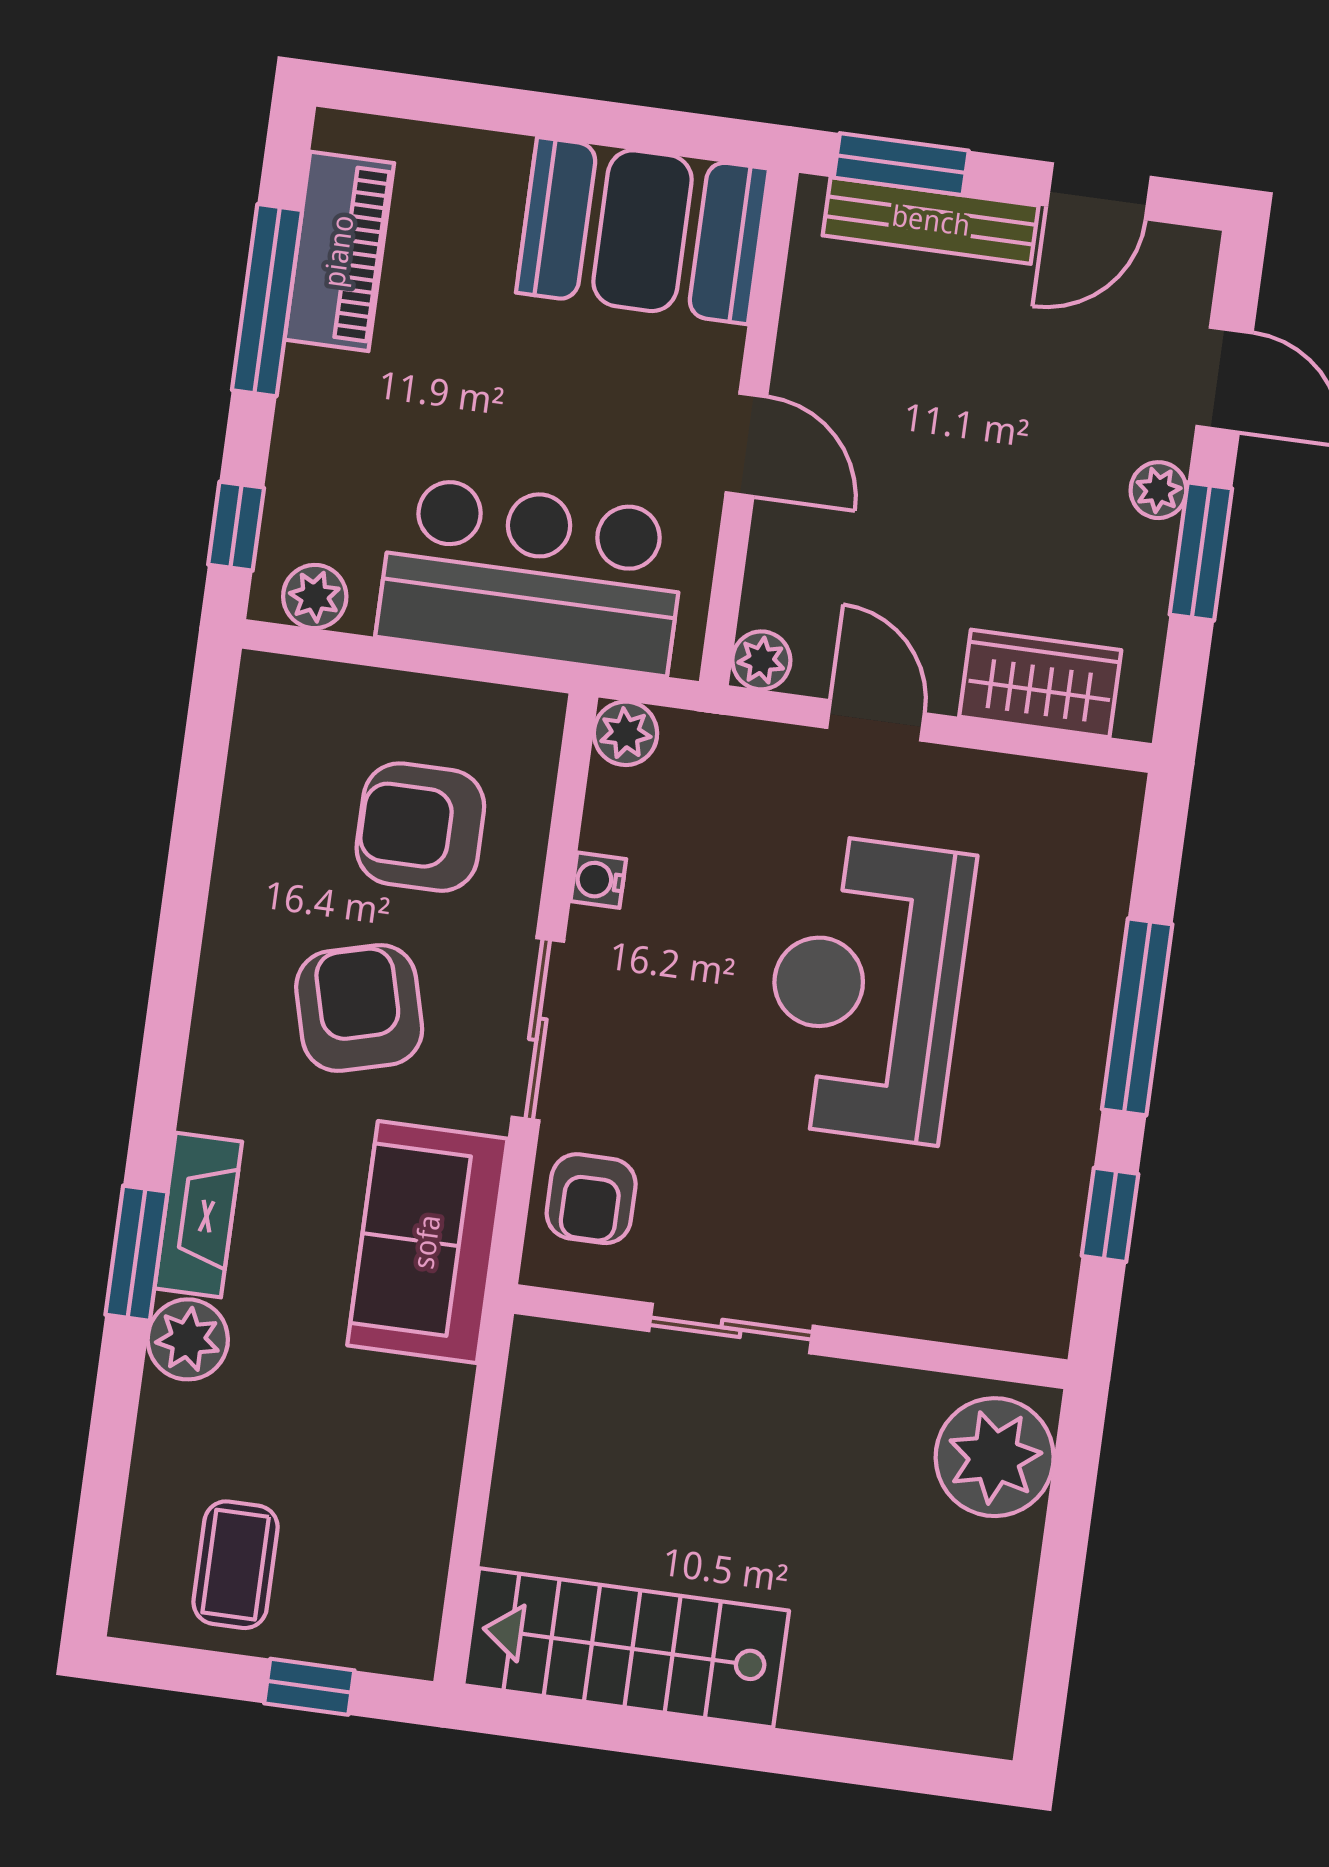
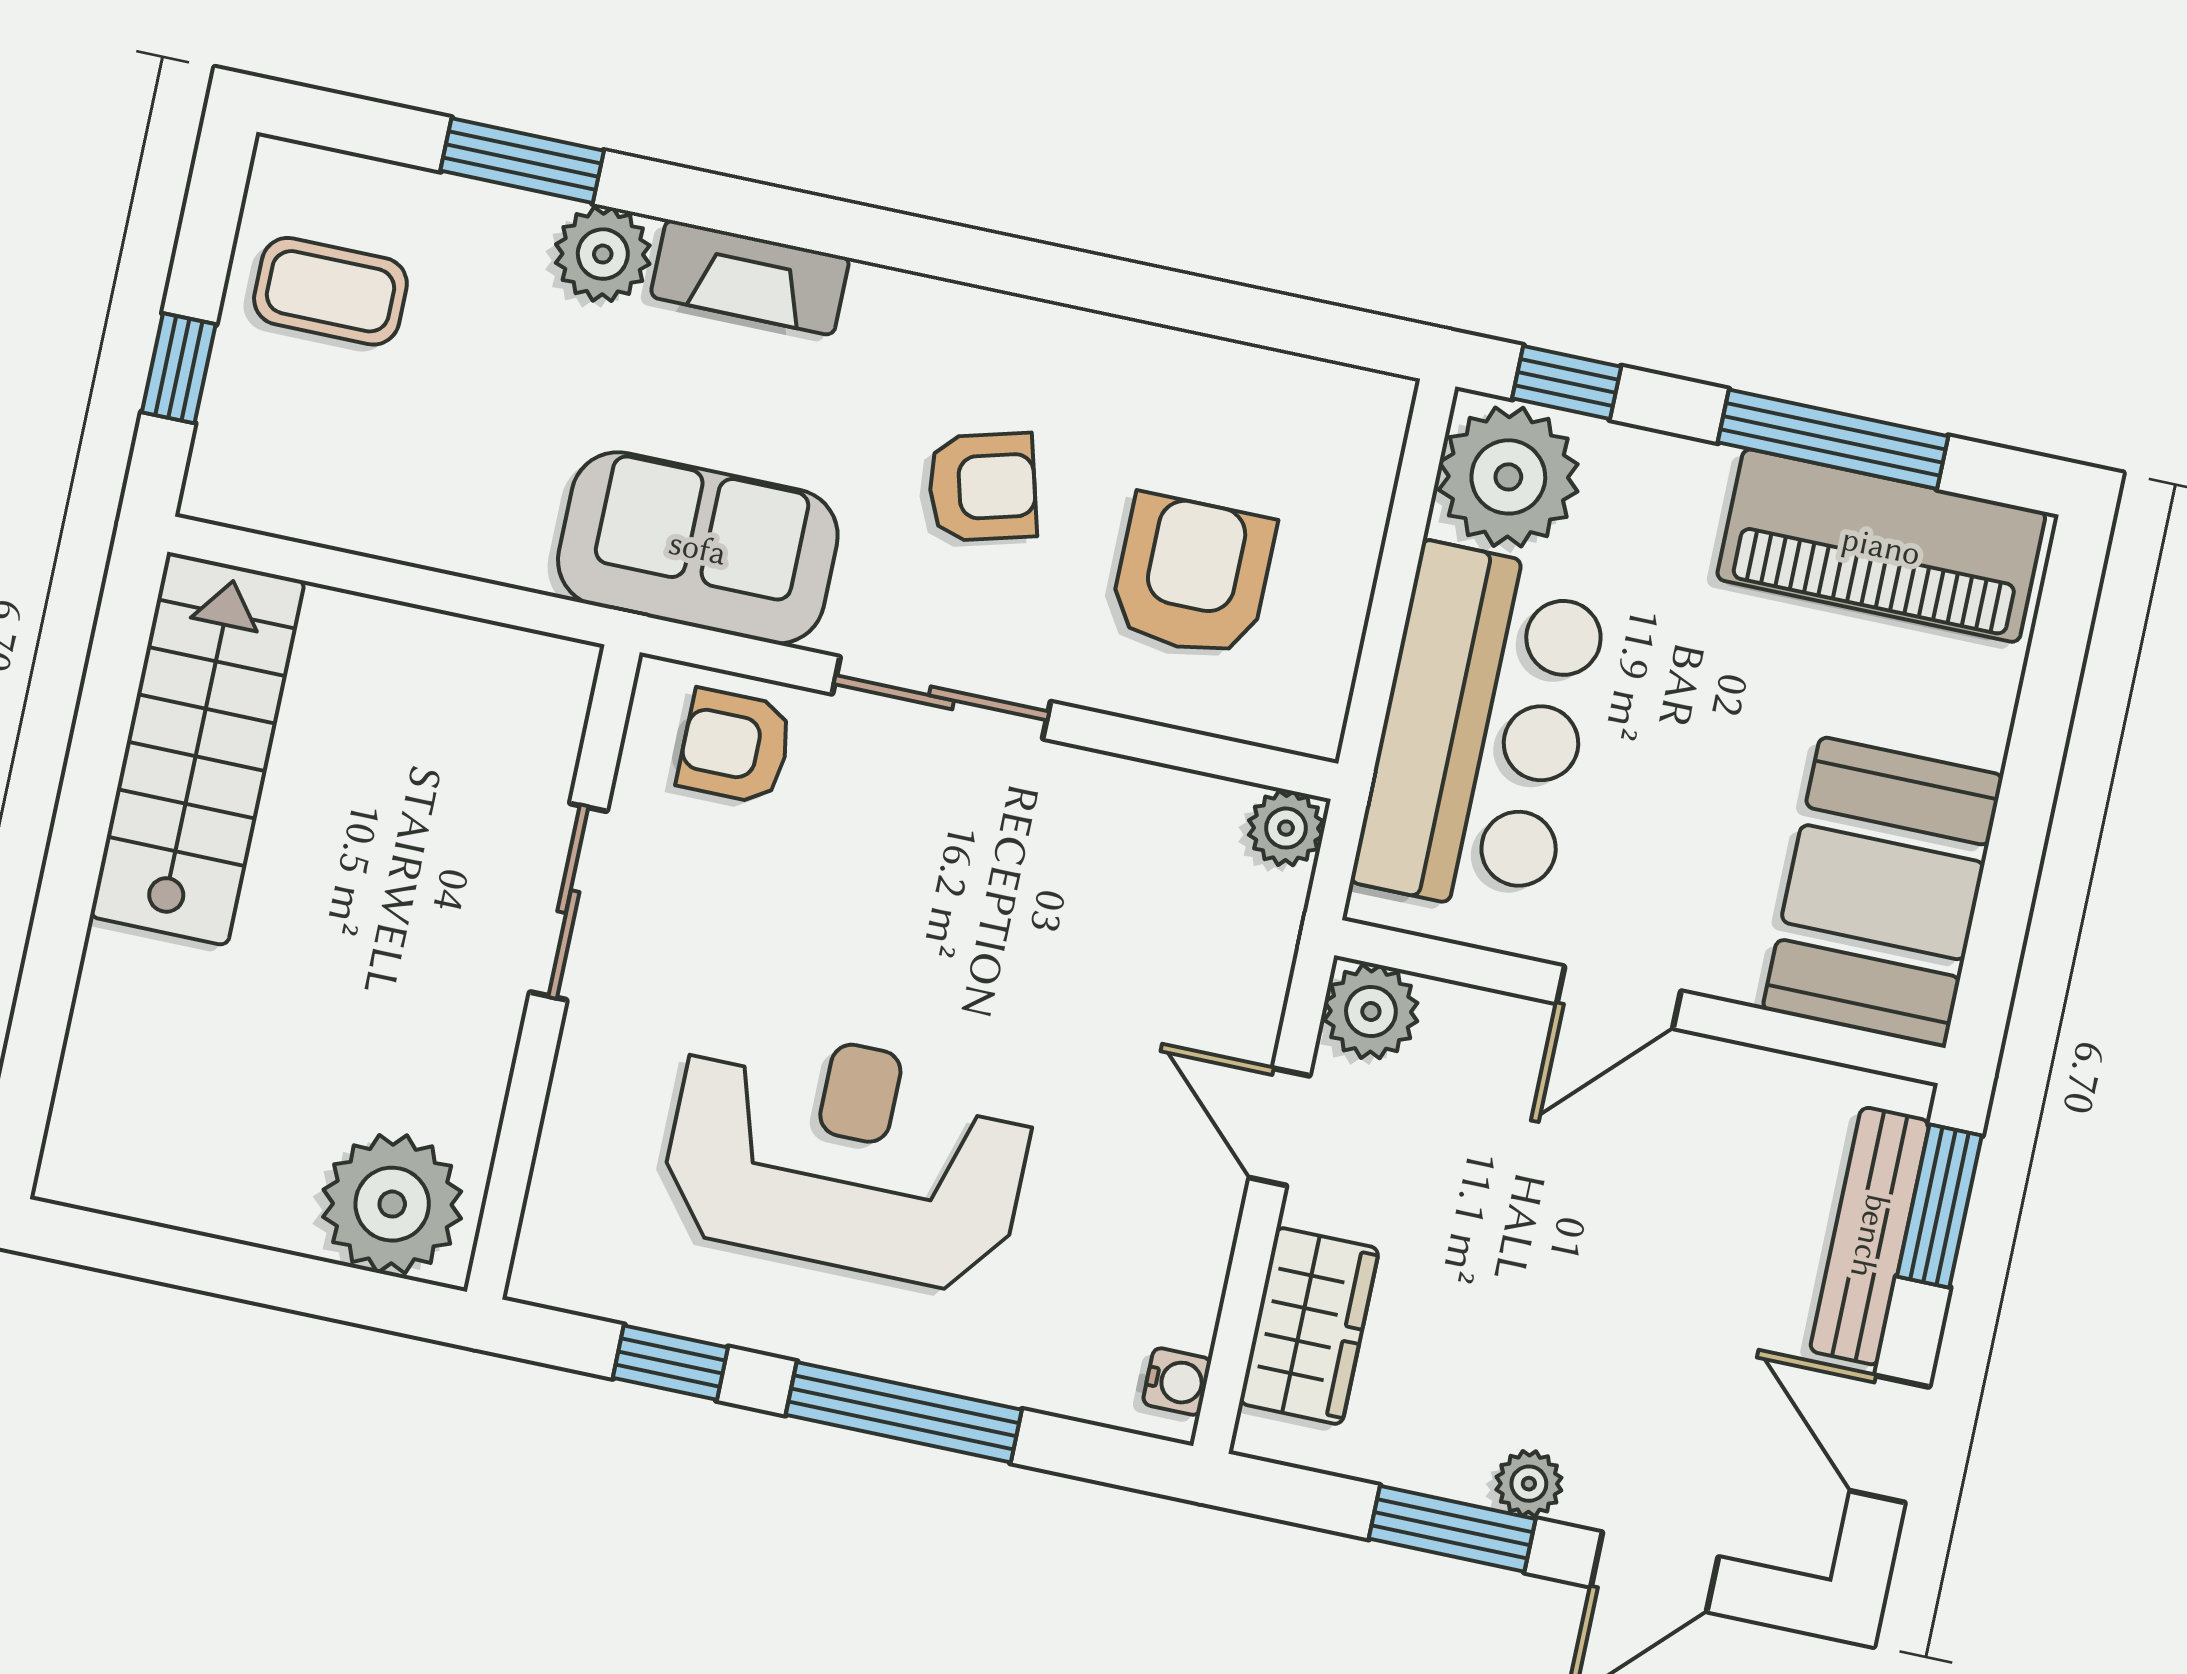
piano: (339, 251) -> (1881, 546), width x1.37, depth x1.33
plant: (315, 596) -> (1508, 477), width x1.87, depth x1.87
plant: (761, 660) -> (1371, 1012), width x1.38, depth x1.38
door: (876, 720) -> (1280, 1127), swing flipped
water cooler: (598, 880) -> (1177, 1382), moved, turned 90
reception desk: (866, 988) -> (847, 1156), moved
armchair: (359, 1008) -> (982, 487), width x0.72, depth x0.72
window: (136, 1253) -> (522, 161), moved

